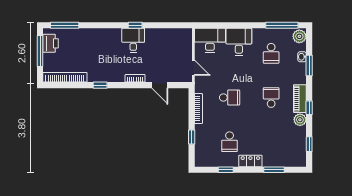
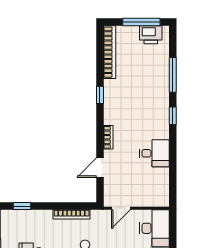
window: (65, 25) -> (173, 75), moved
window: (135, 25) -> (173, 116), moved
desk: (133, 40) -> (154, 153), moved
window: (192, 137) -> (22, 206), moved

